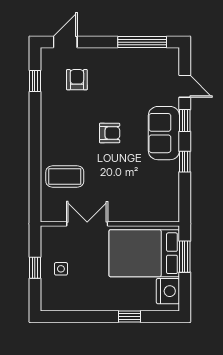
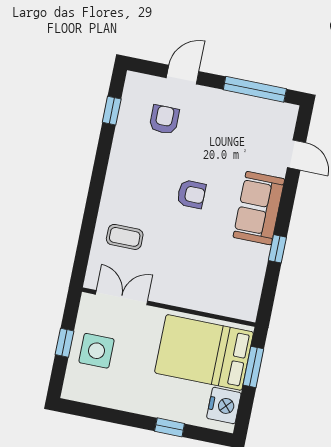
door: (65, 42) -> (183, 75), moved
window: (185, 121) -> (288, 198), removed
coffee table: (65, 176) -> (125, 237), width x0.73, depth x0.77
double door: (87, 224) -> (122, 298), moved
side table: (61, 269) -> (97, 351), width x1.87, depth x1.87

